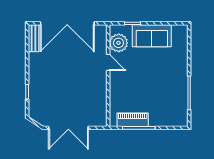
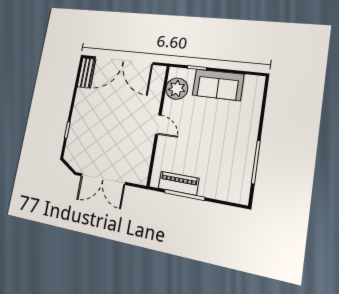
door: (108, 62) -> (158, 125), moved

